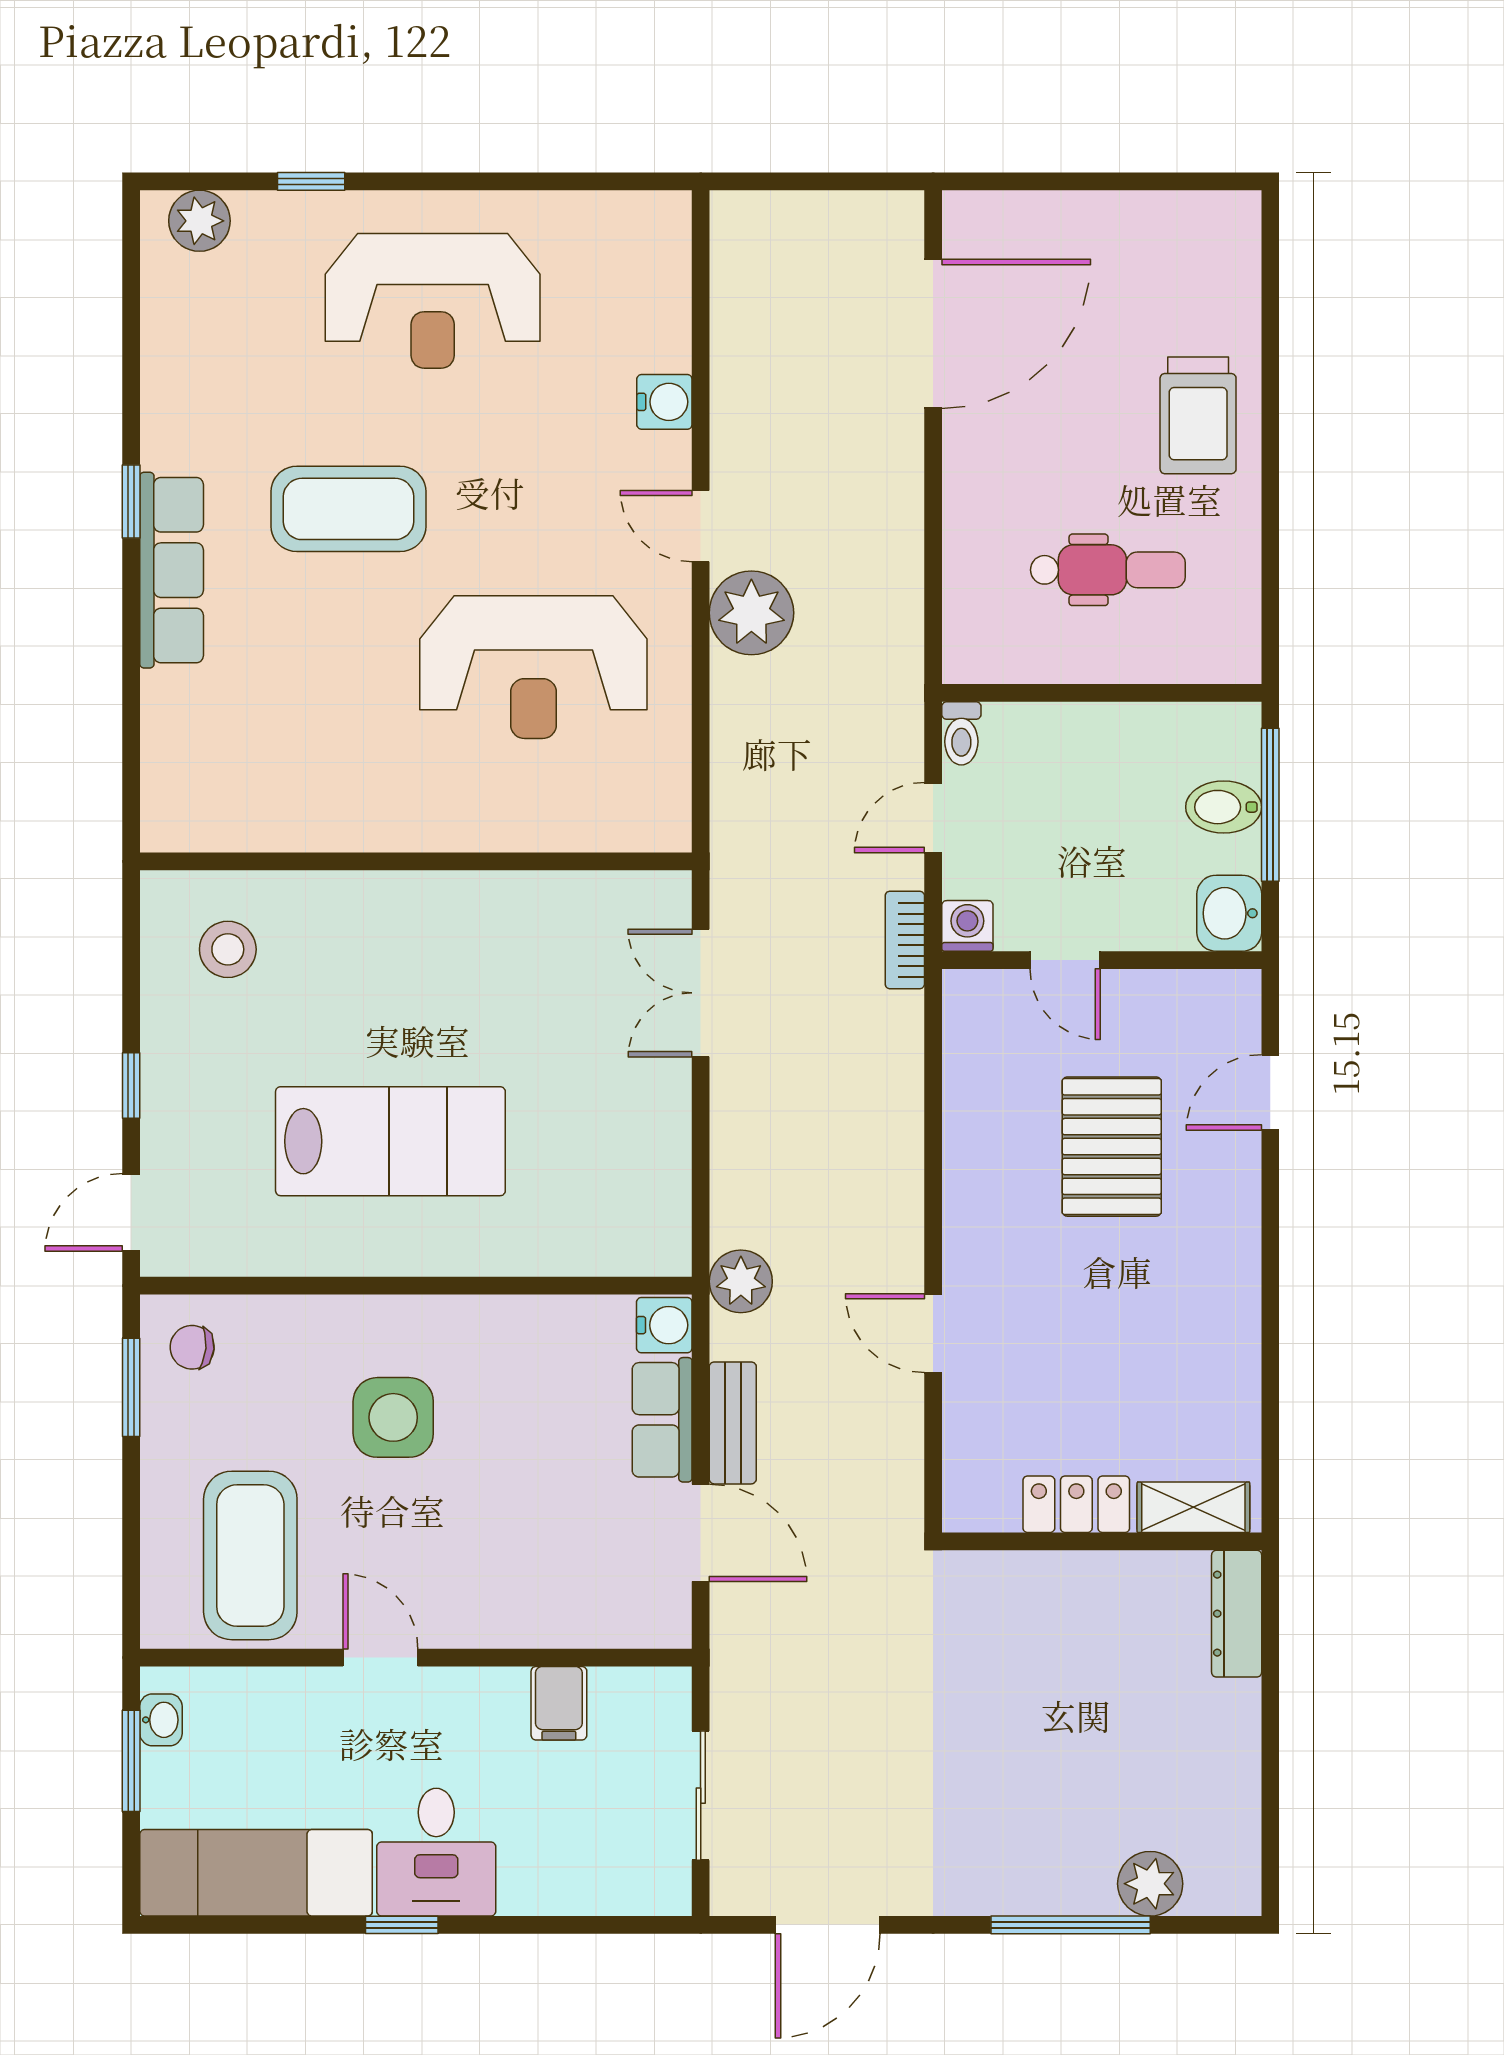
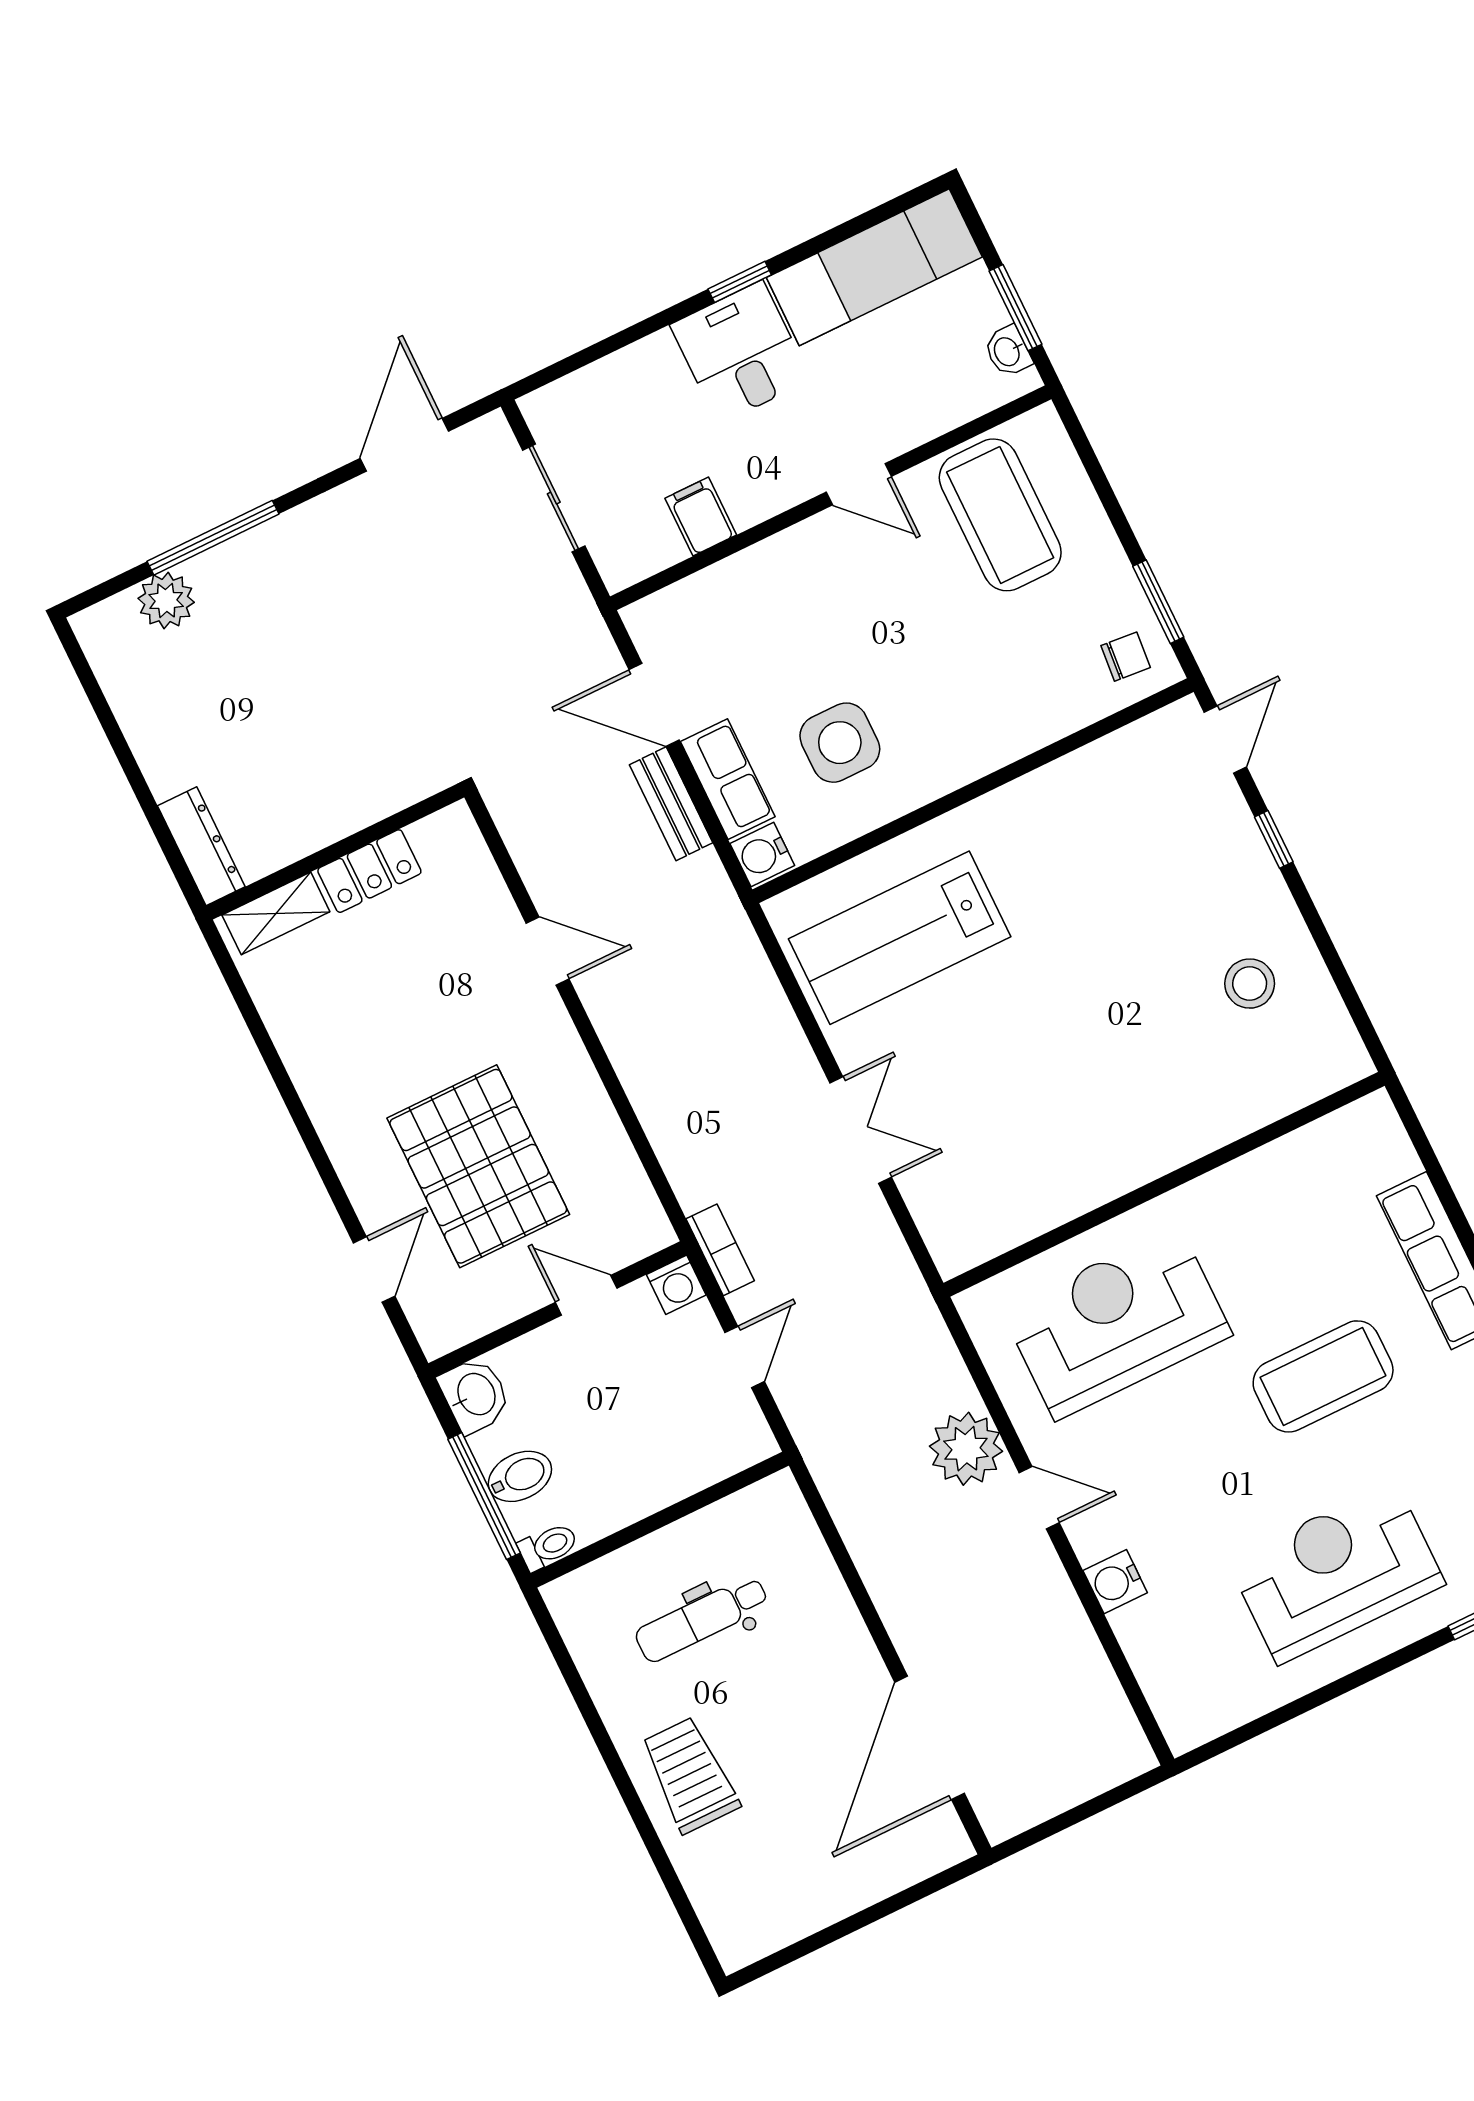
toilet: (961, 733) -> (548, 1546), moved, turned 90
wall: (416, 861) -> (1164, 1184), moved
lab bench: (390, 1141) -> (900, 938), moved
pallet: (1112, 1147) -> (478, 1166), width x1.37, depth x1.41
plant: (741, 1281) -> (719, 918), removed
side table: (393, 1417) -> (840, 743), moved

